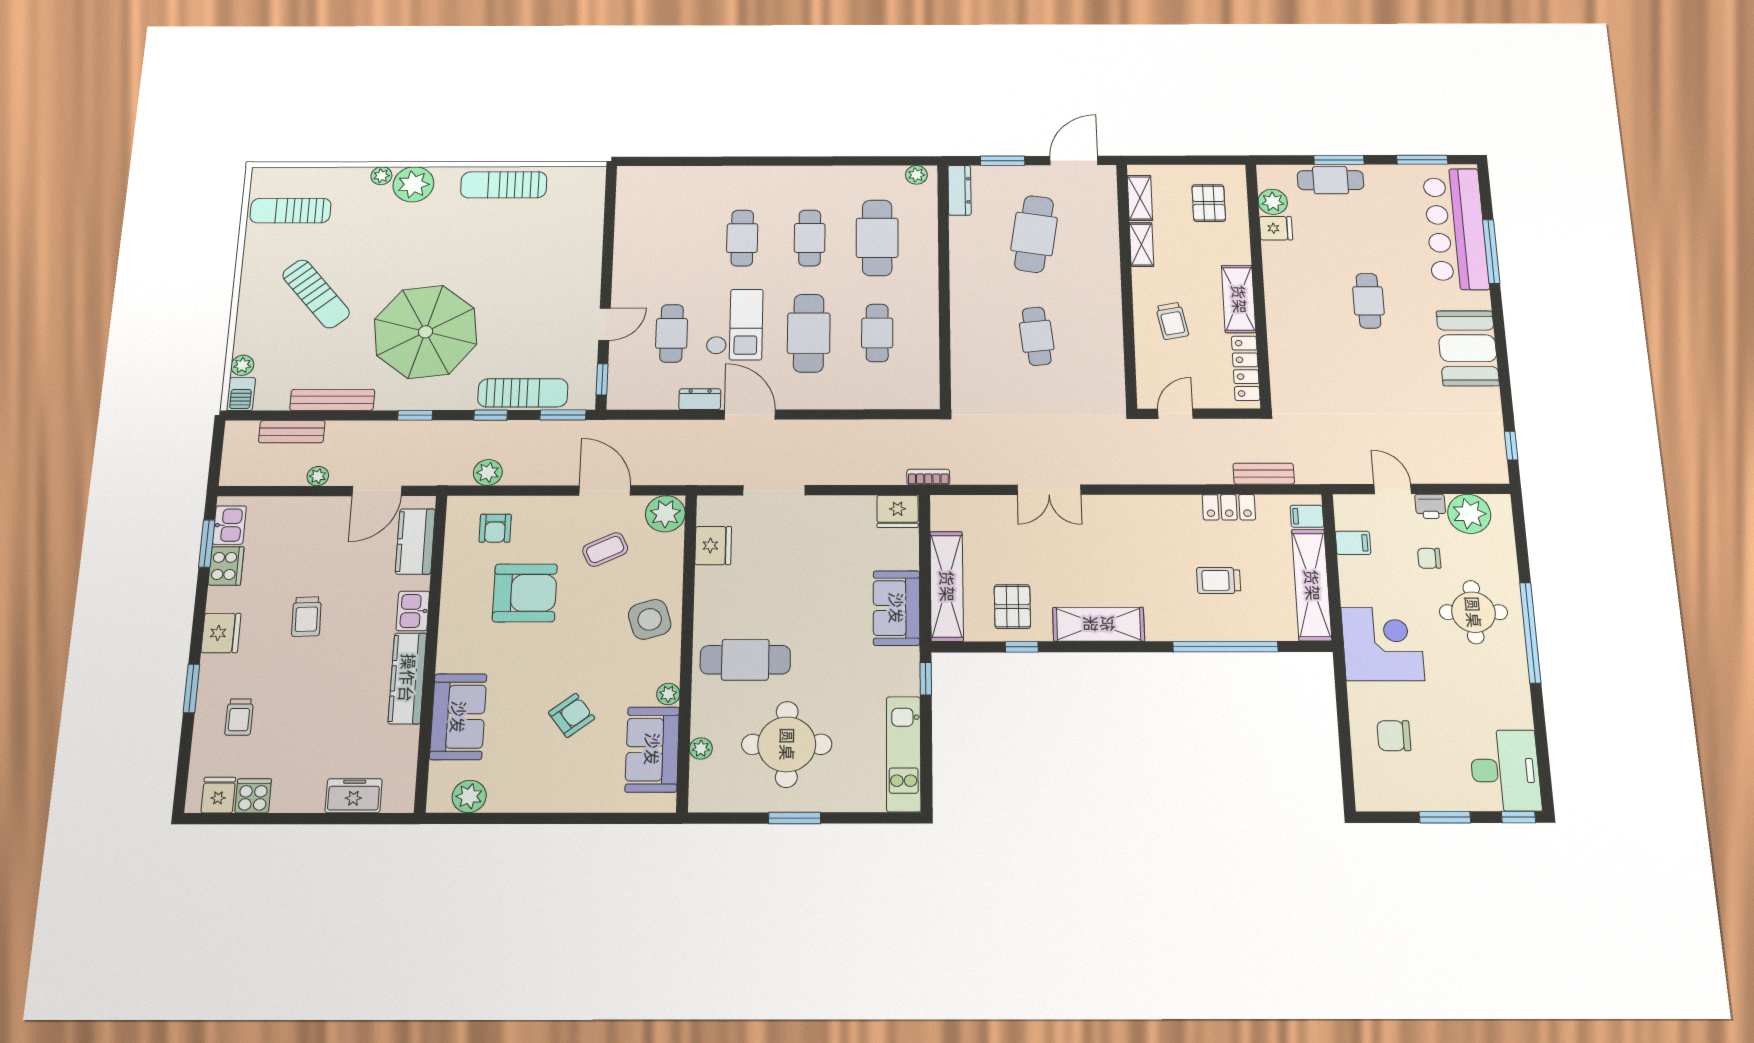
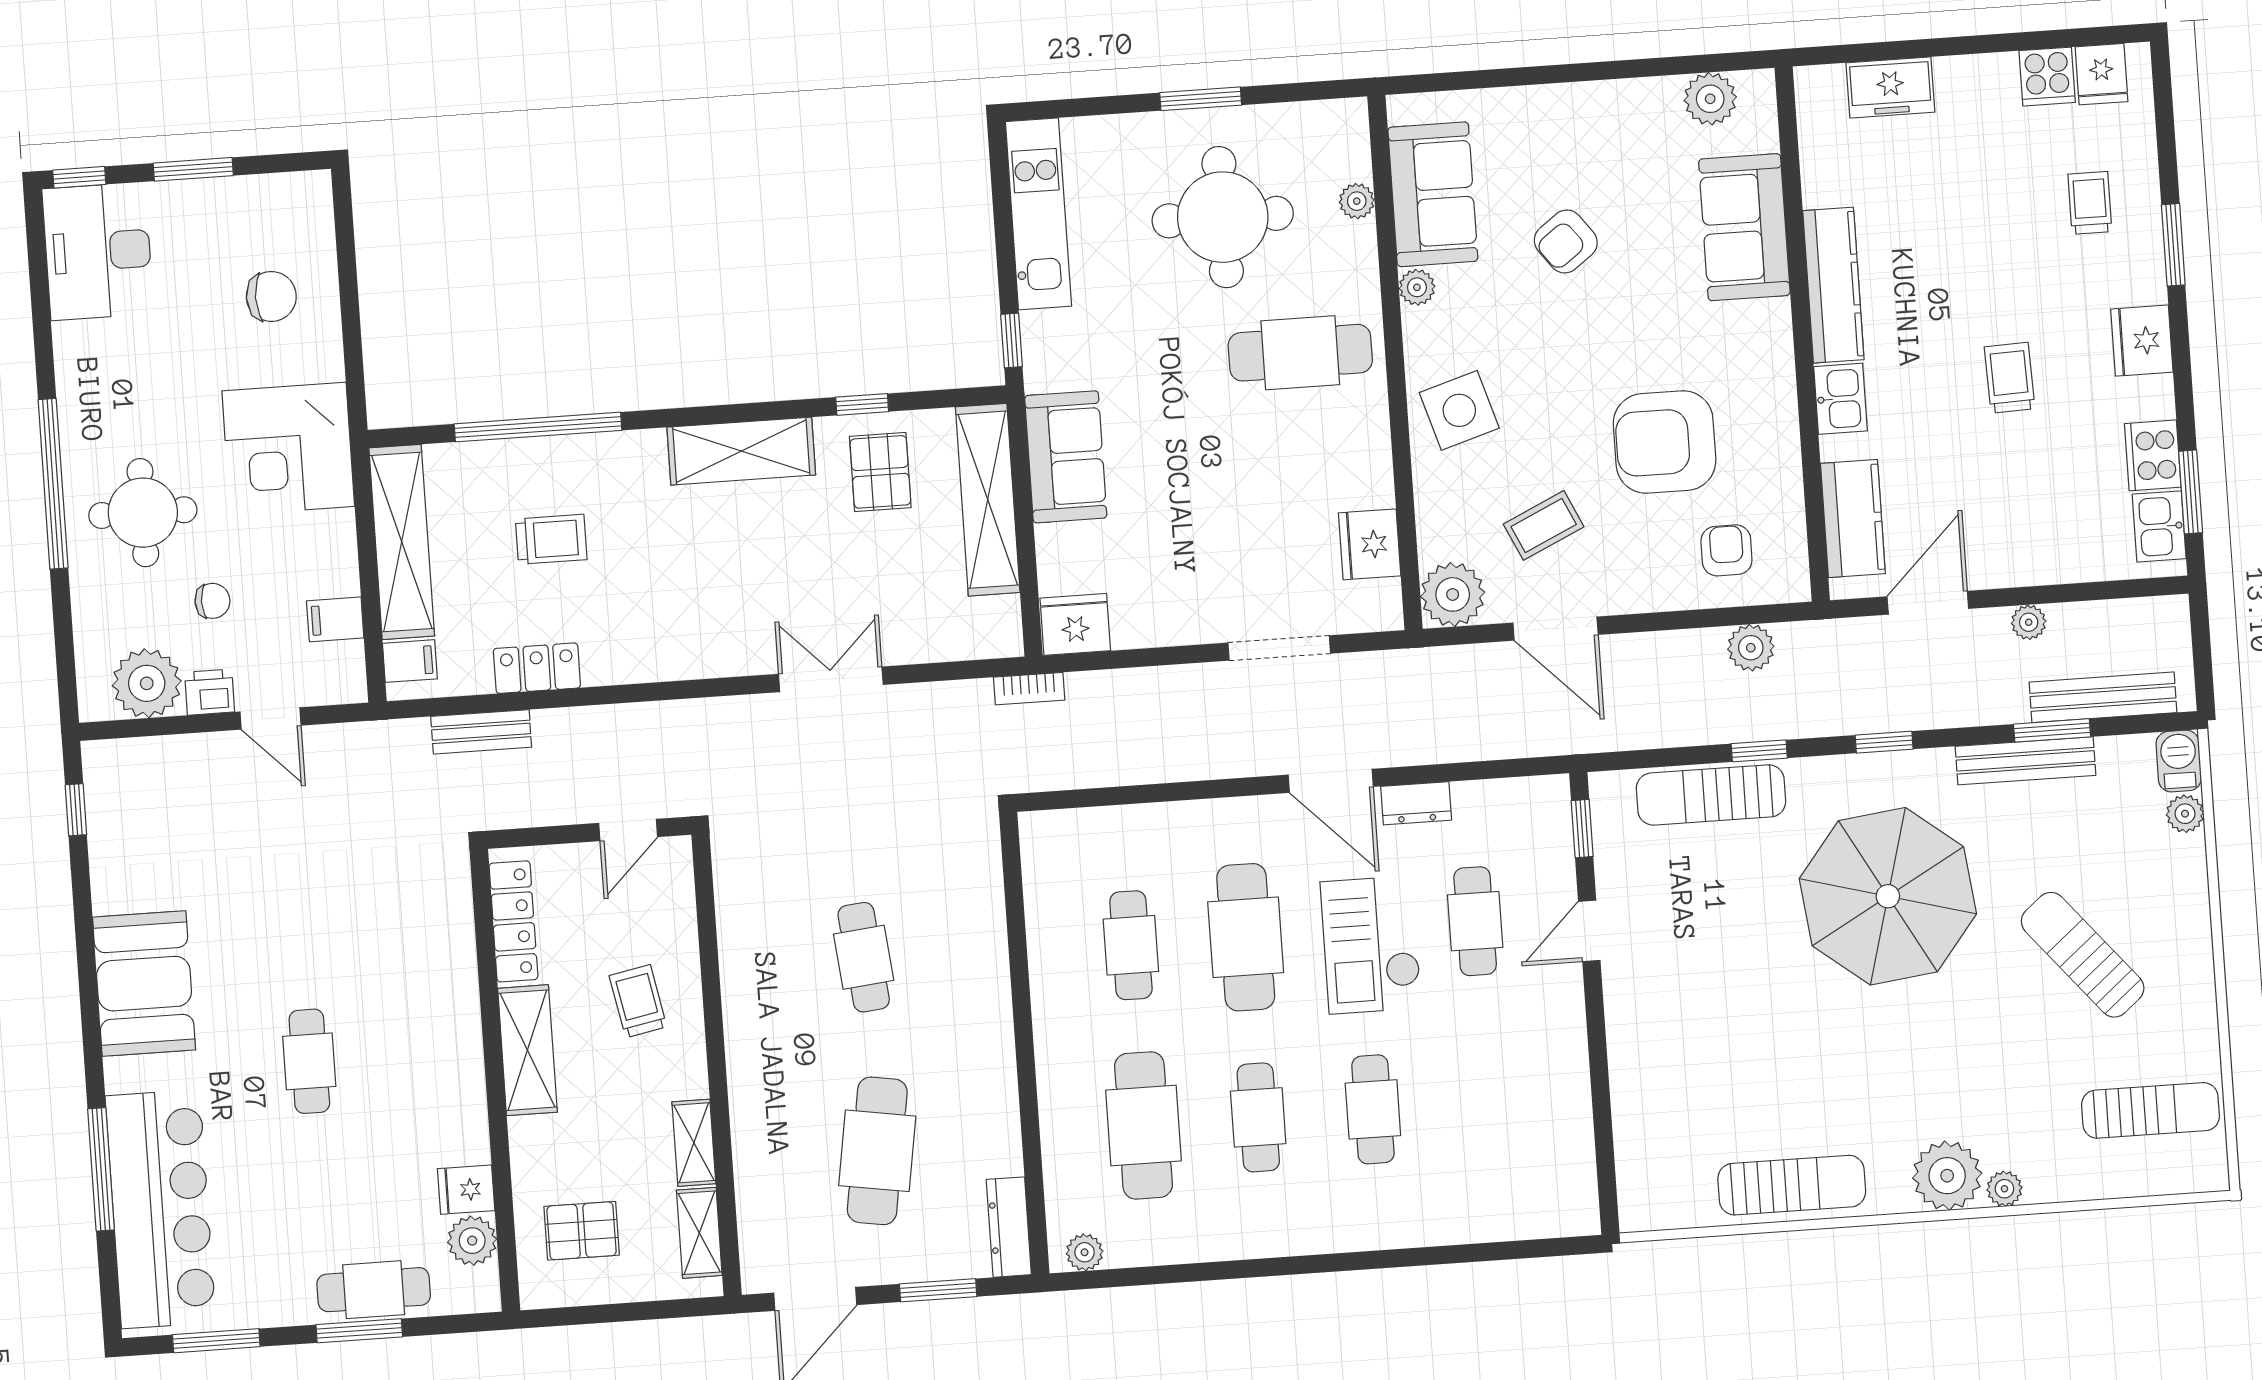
pallet: (1209, 203) -> (582, 1231), turned 90
window: (563, 415) -> (2052, 730), moved
bench: (292, 432) -> (2103, 697), width x1.36

